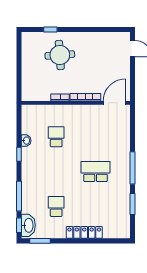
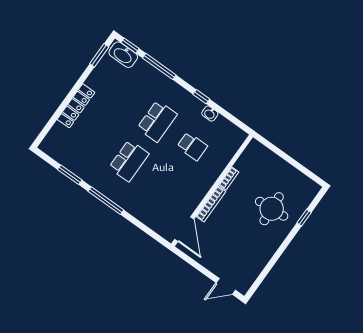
school desk: (56, 206) -> (157, 121), moved, width x1.85

